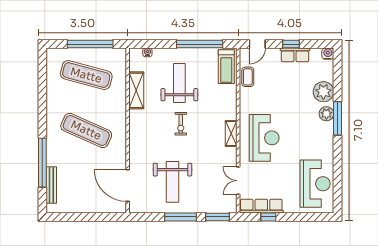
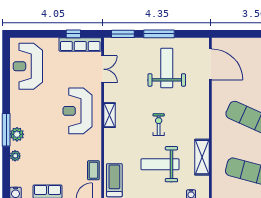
weight bench: (179, 83) -> (160, 164), turned 90
plant: (323, 92) -> (15, 156), width x0.53, depth x0.53

